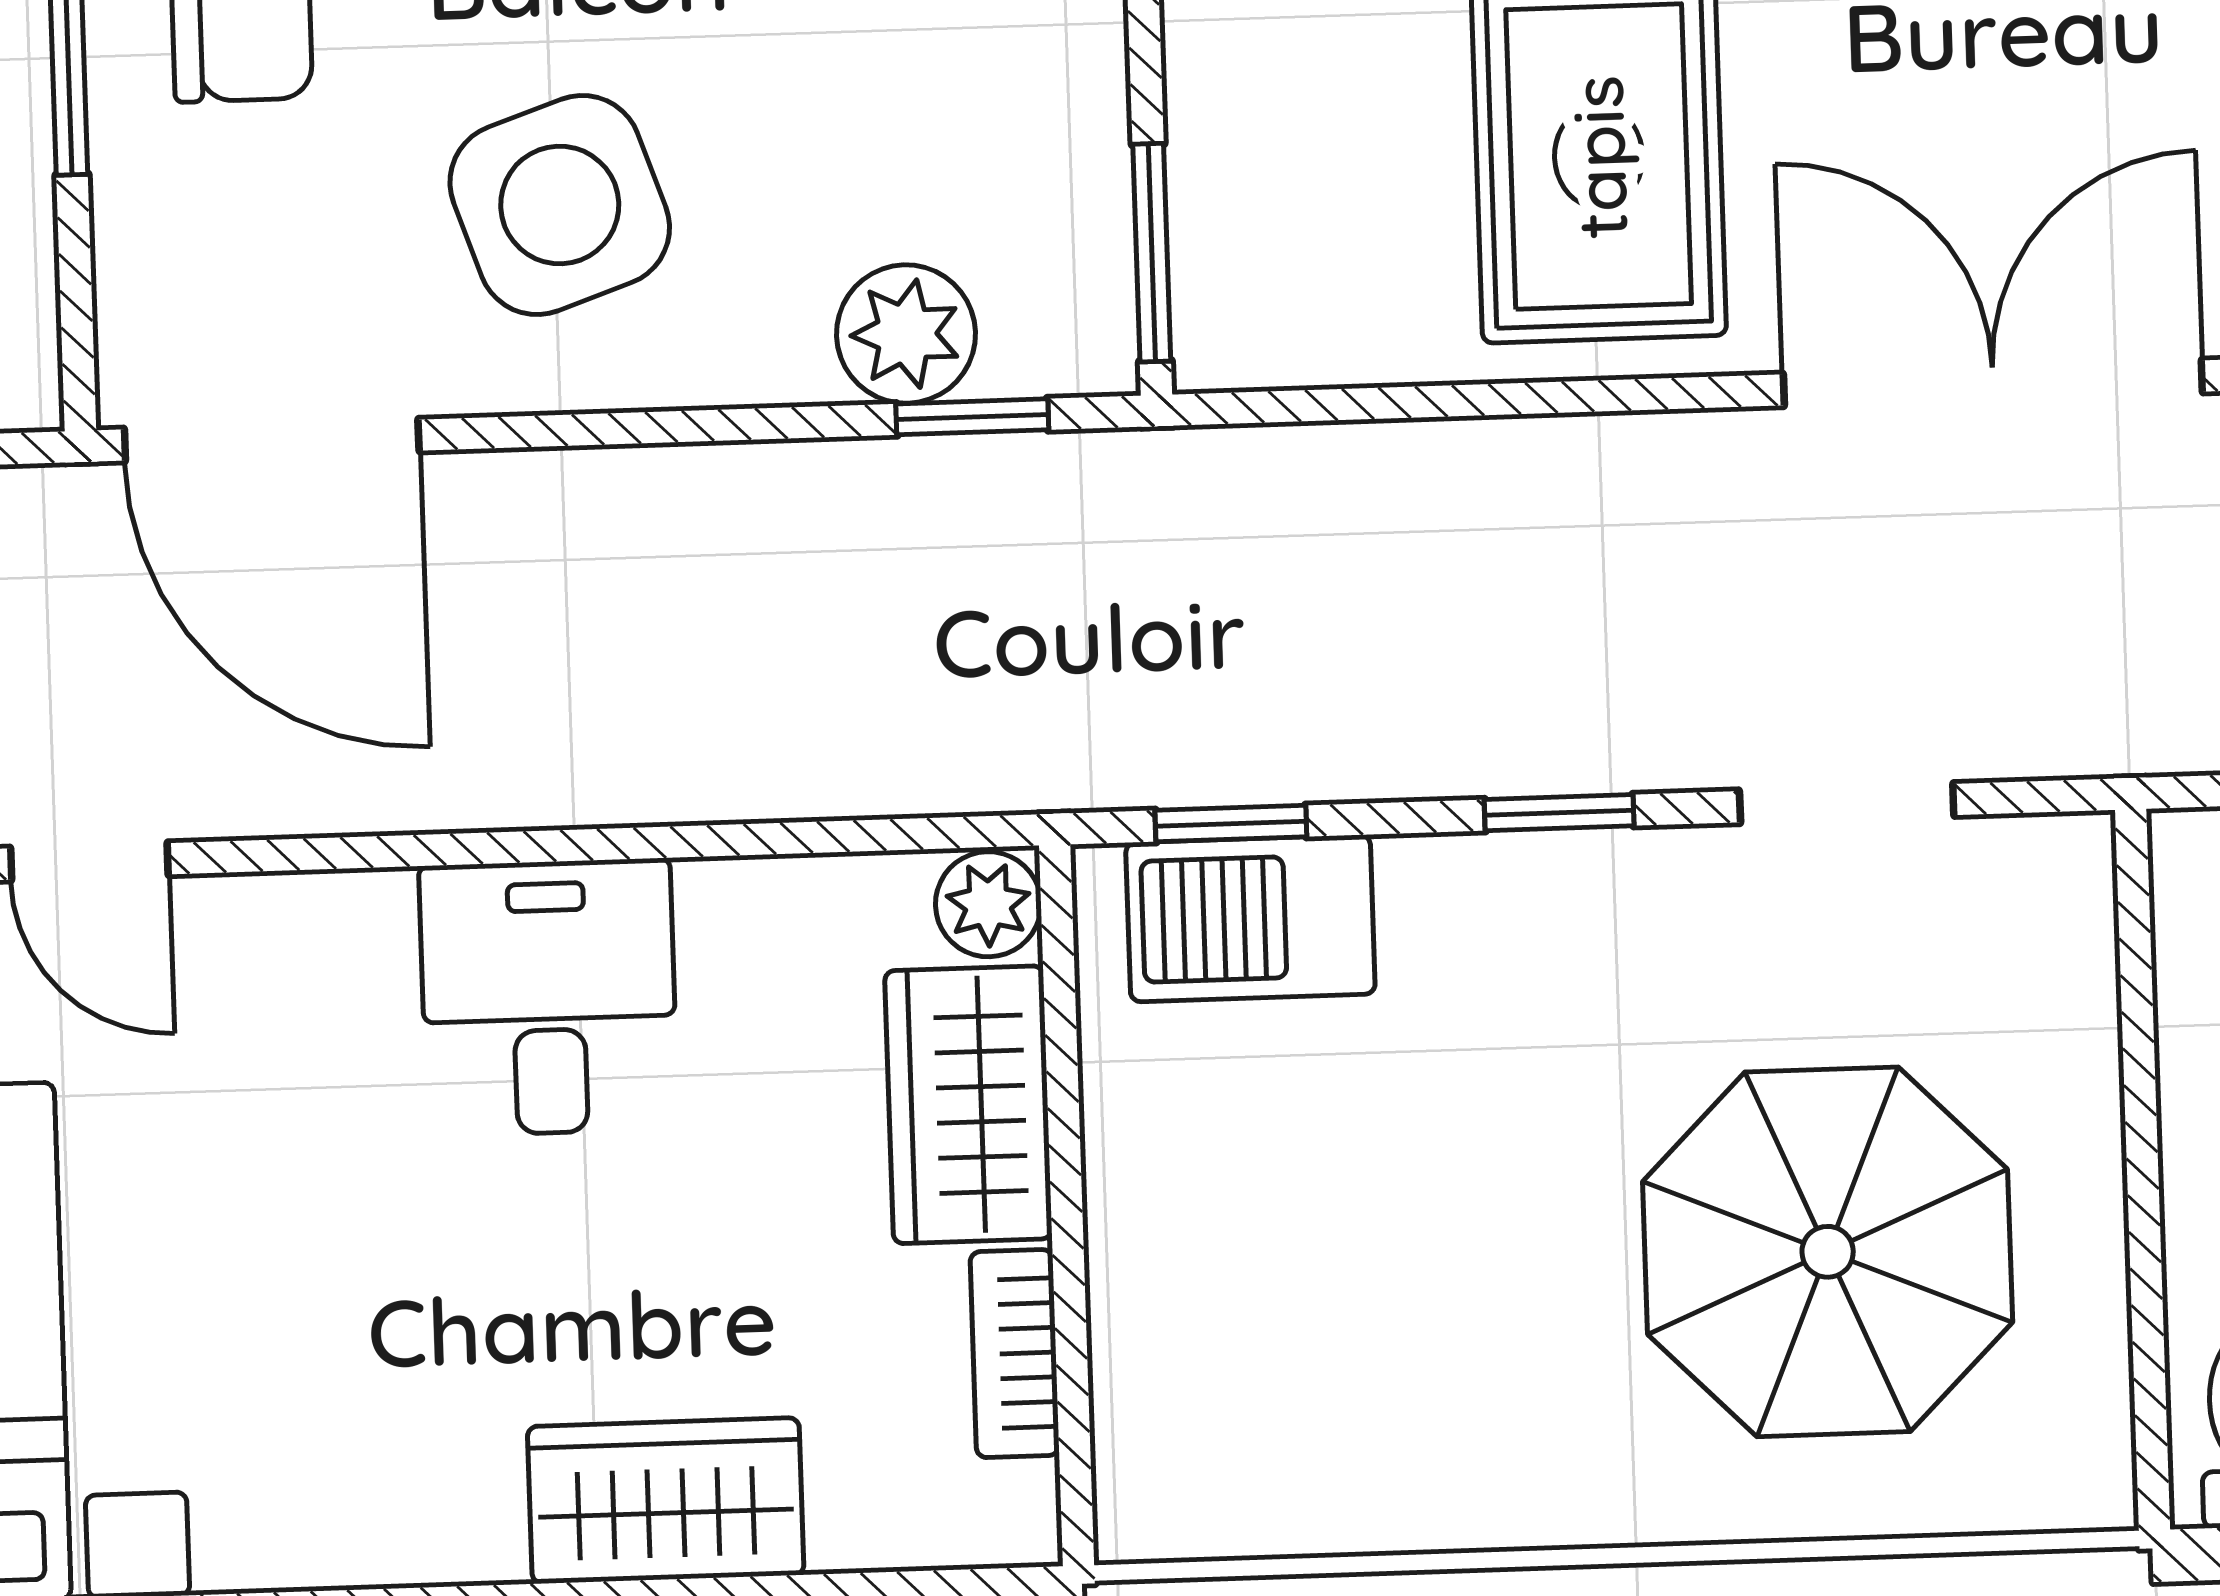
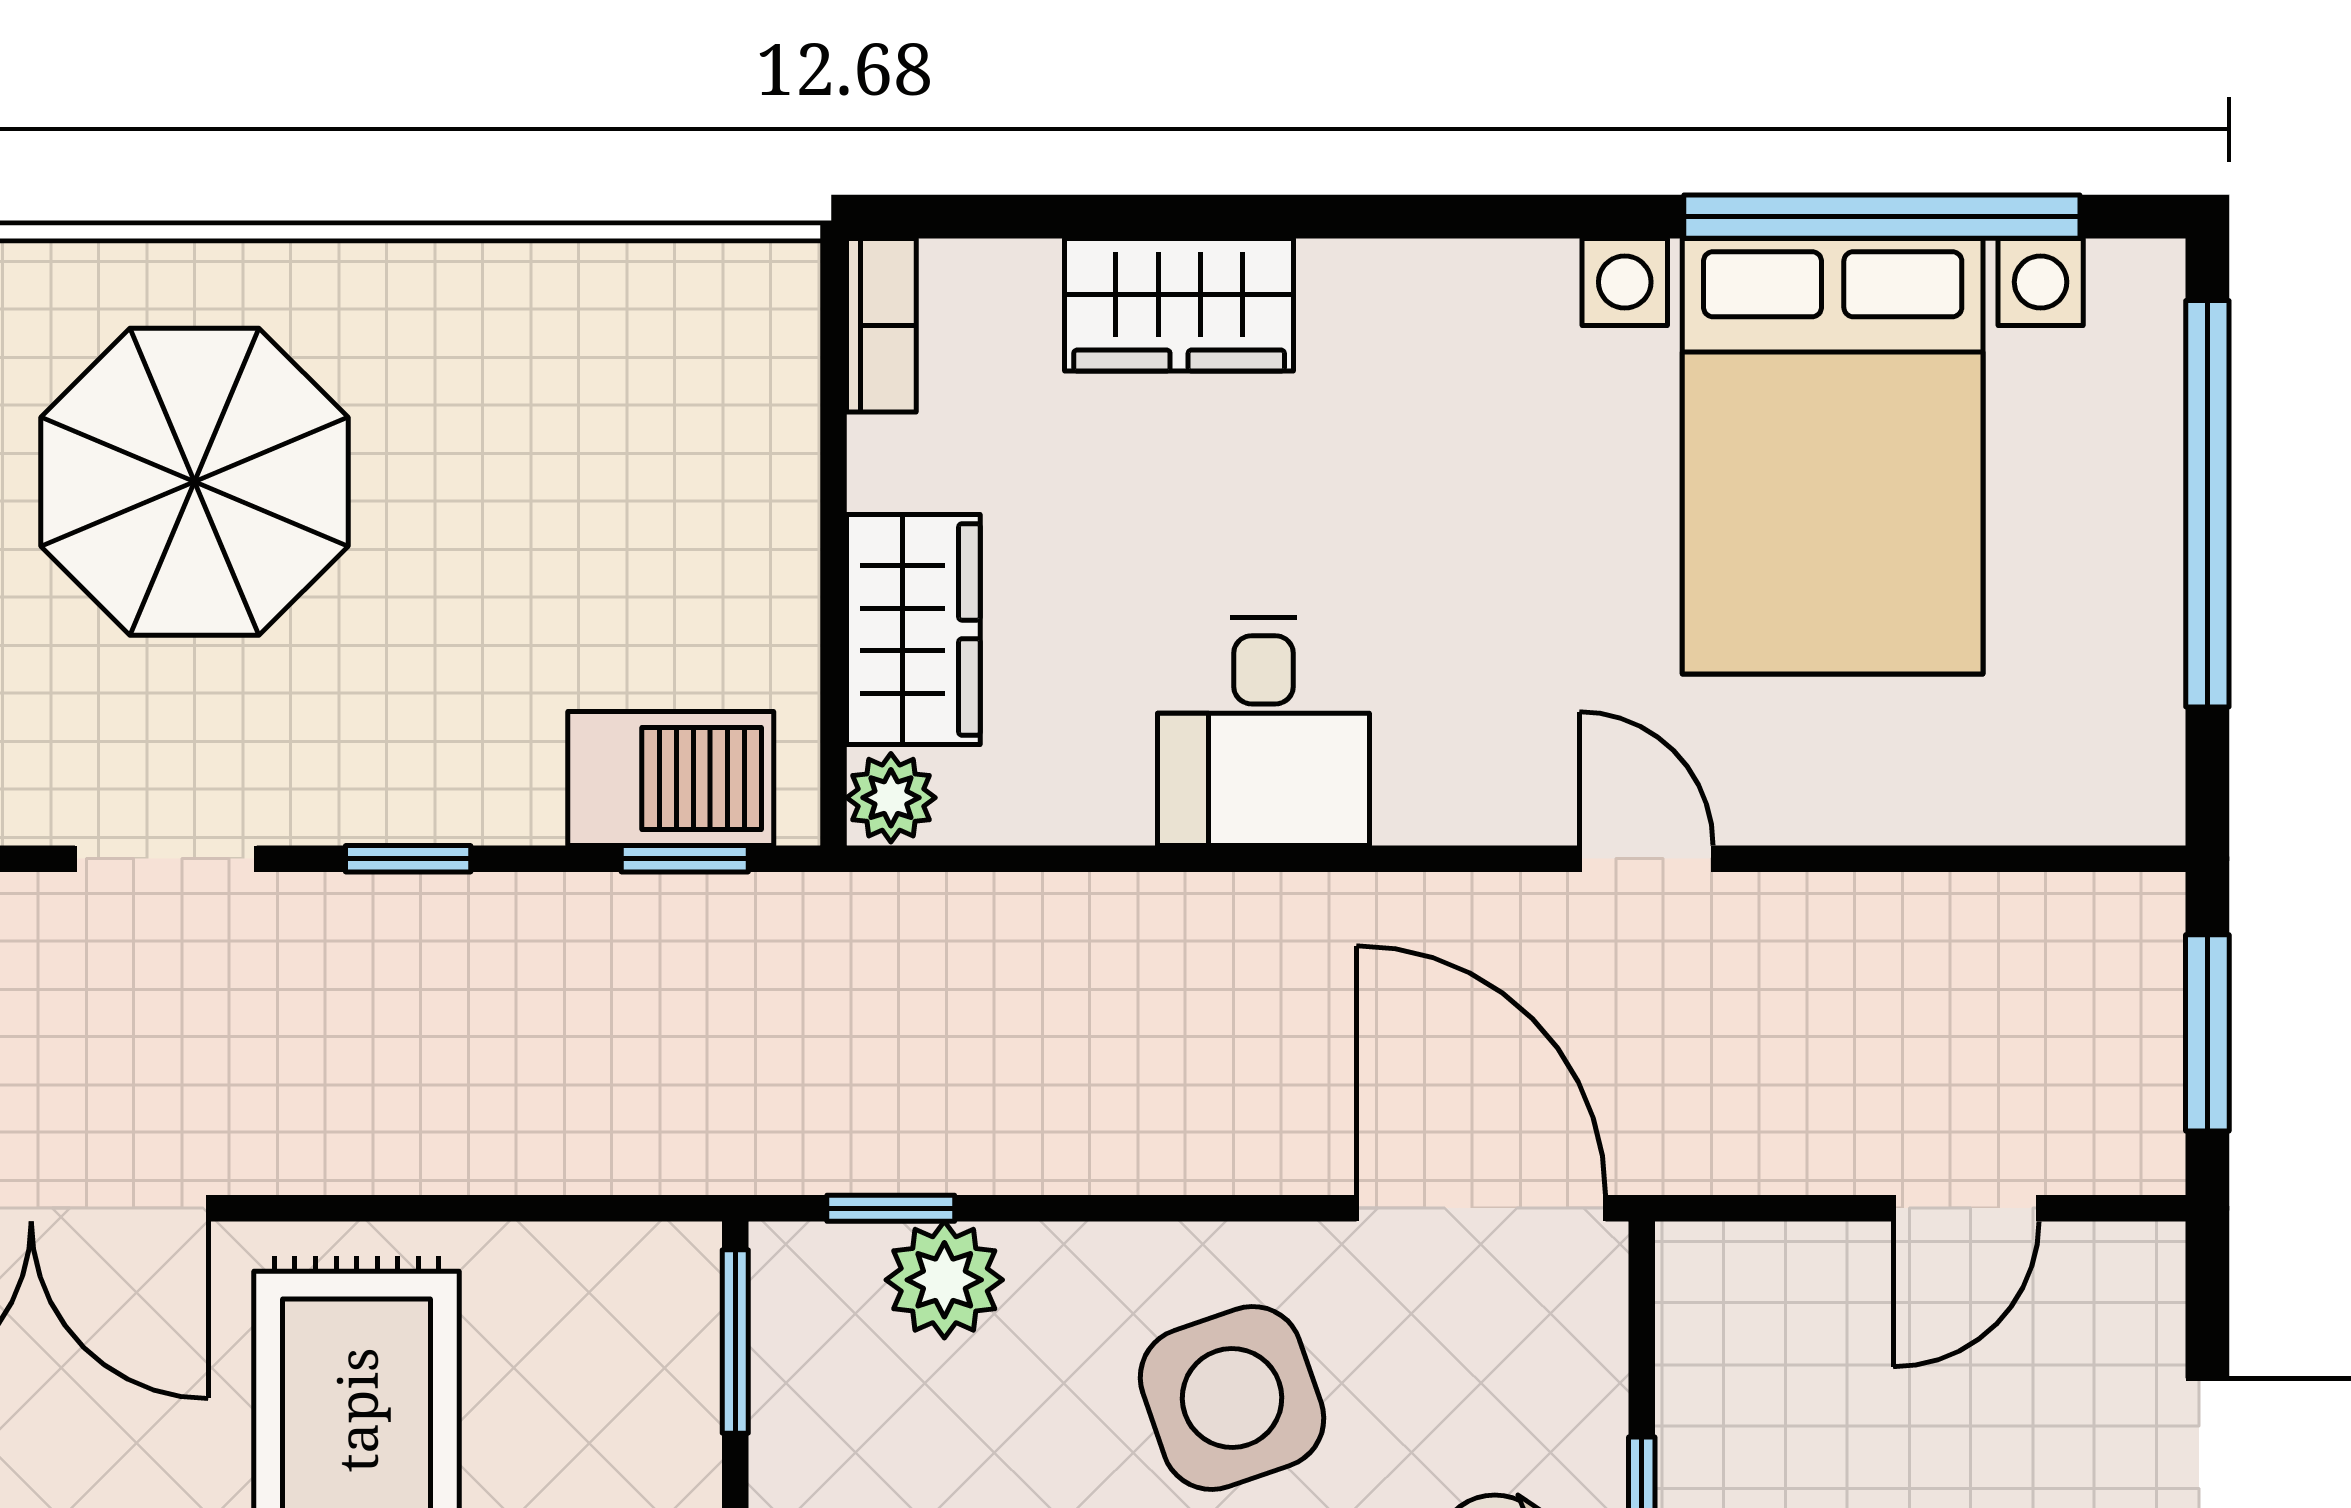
bookcase: (1015, 1354) -> (881, 325), moved

